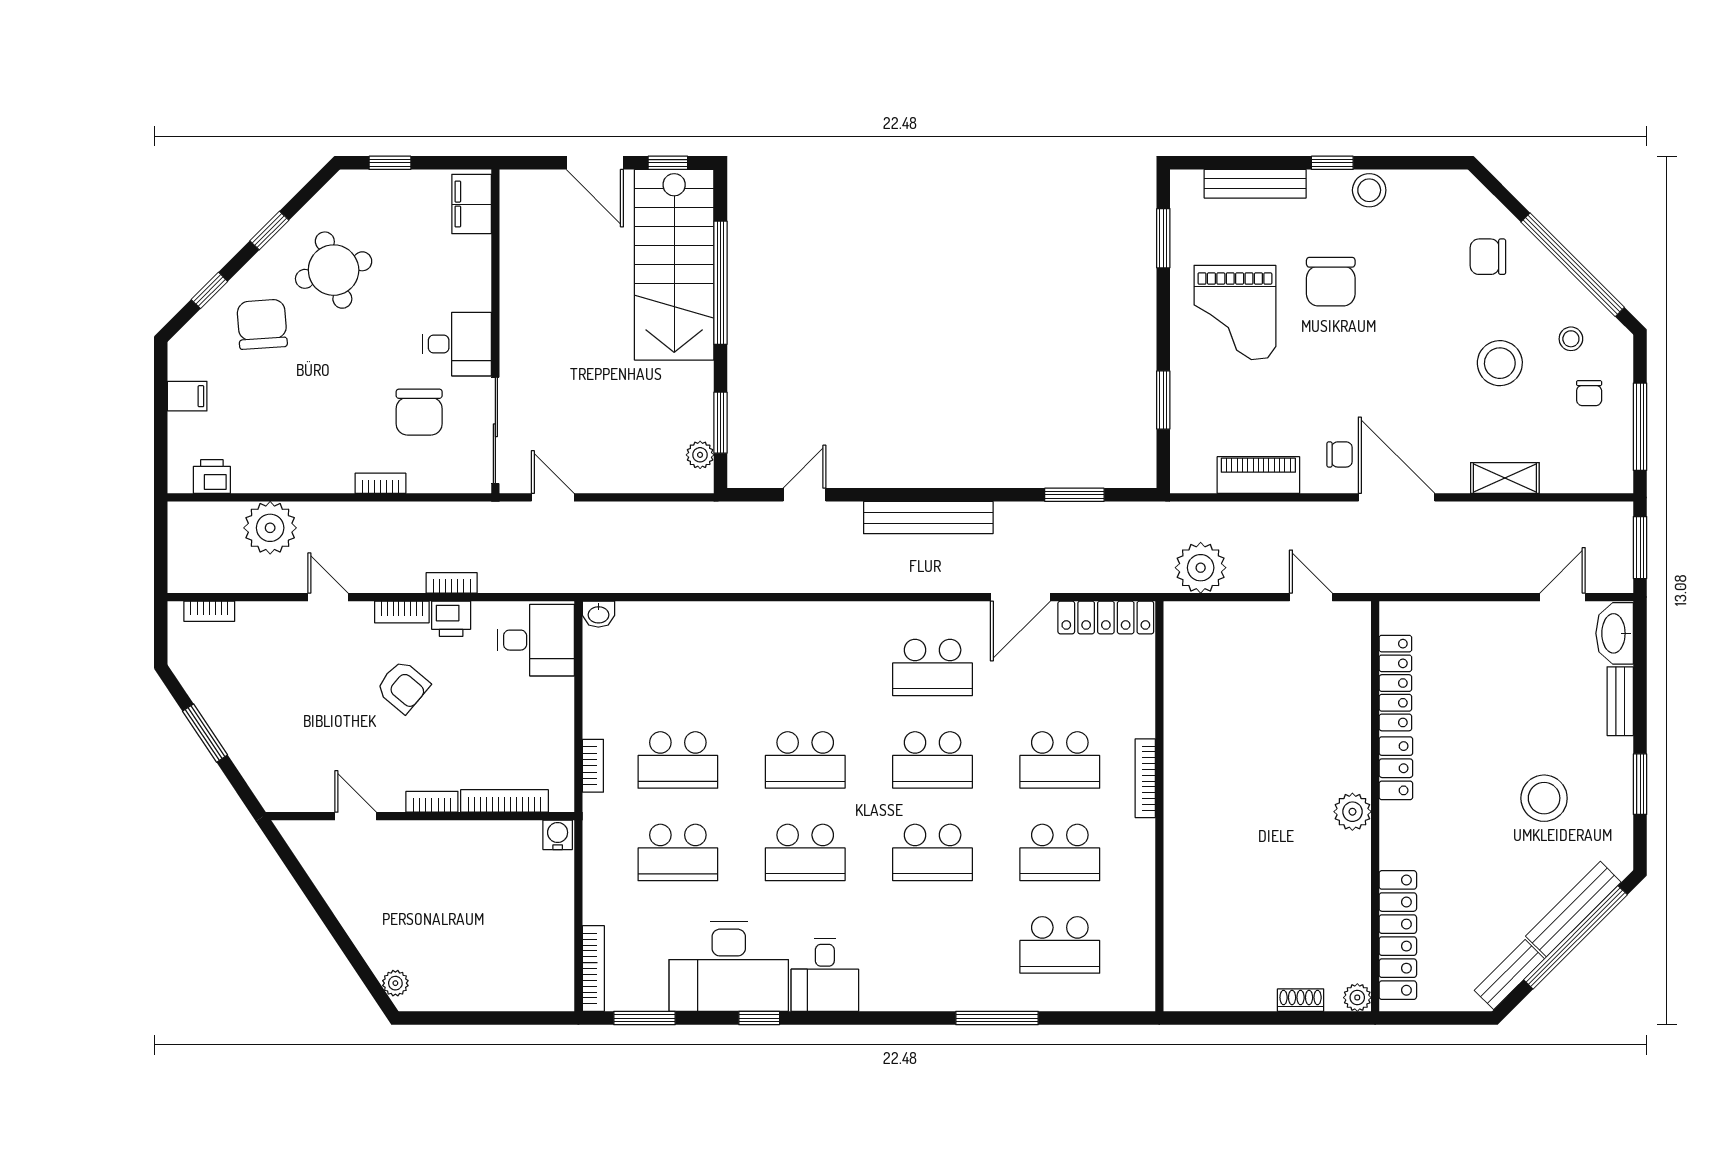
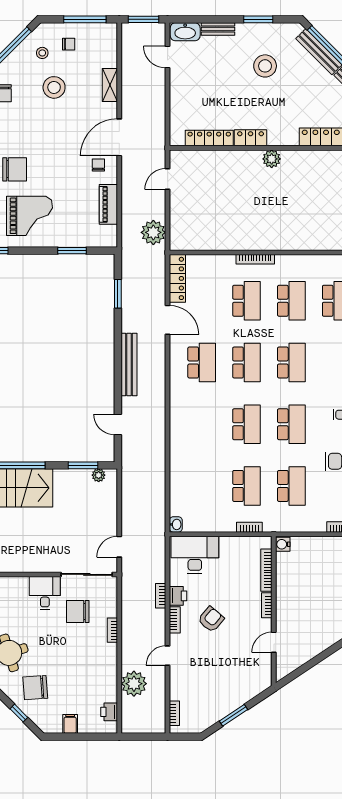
chair: (419, 412) -> (78, 611), turned 180
desk: (536, 640) -> (195, 555), width x1.37

